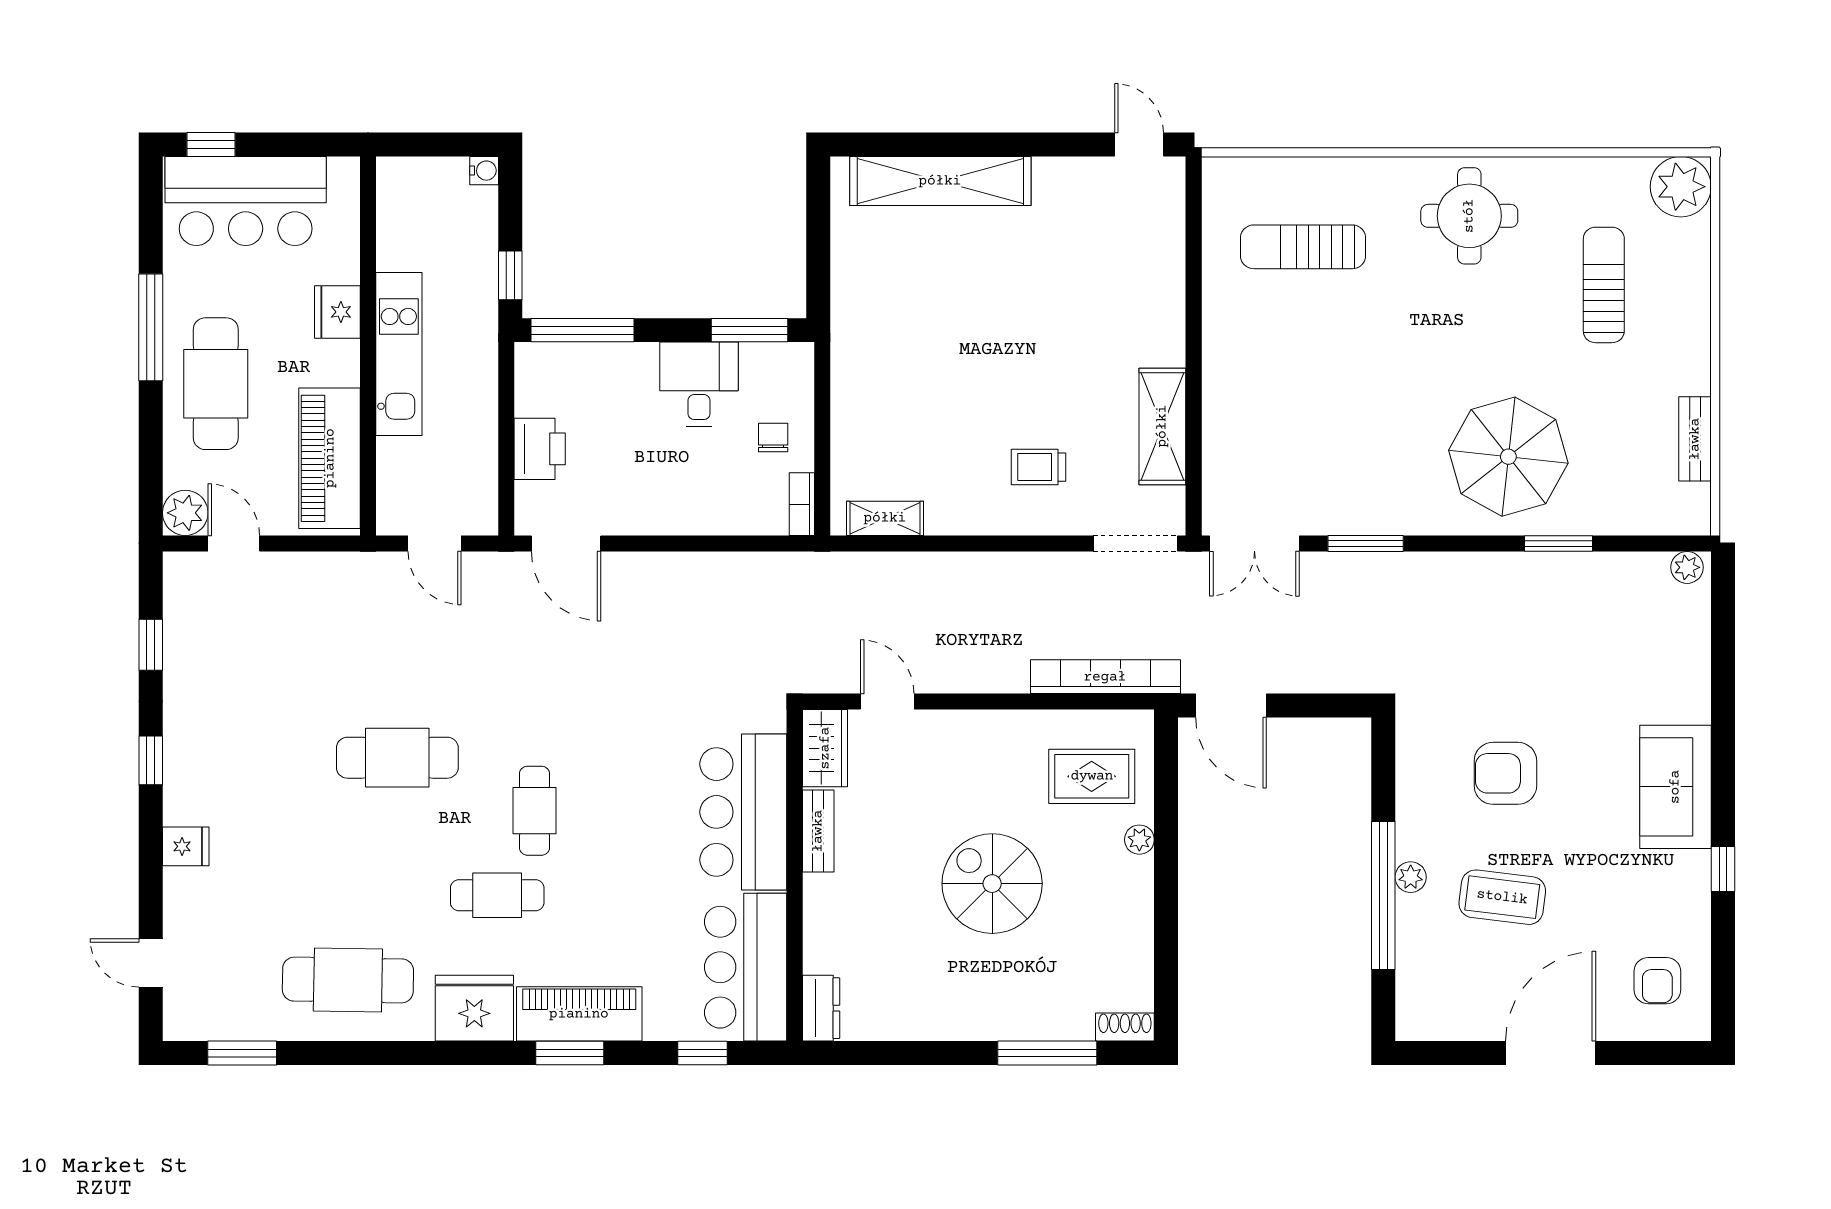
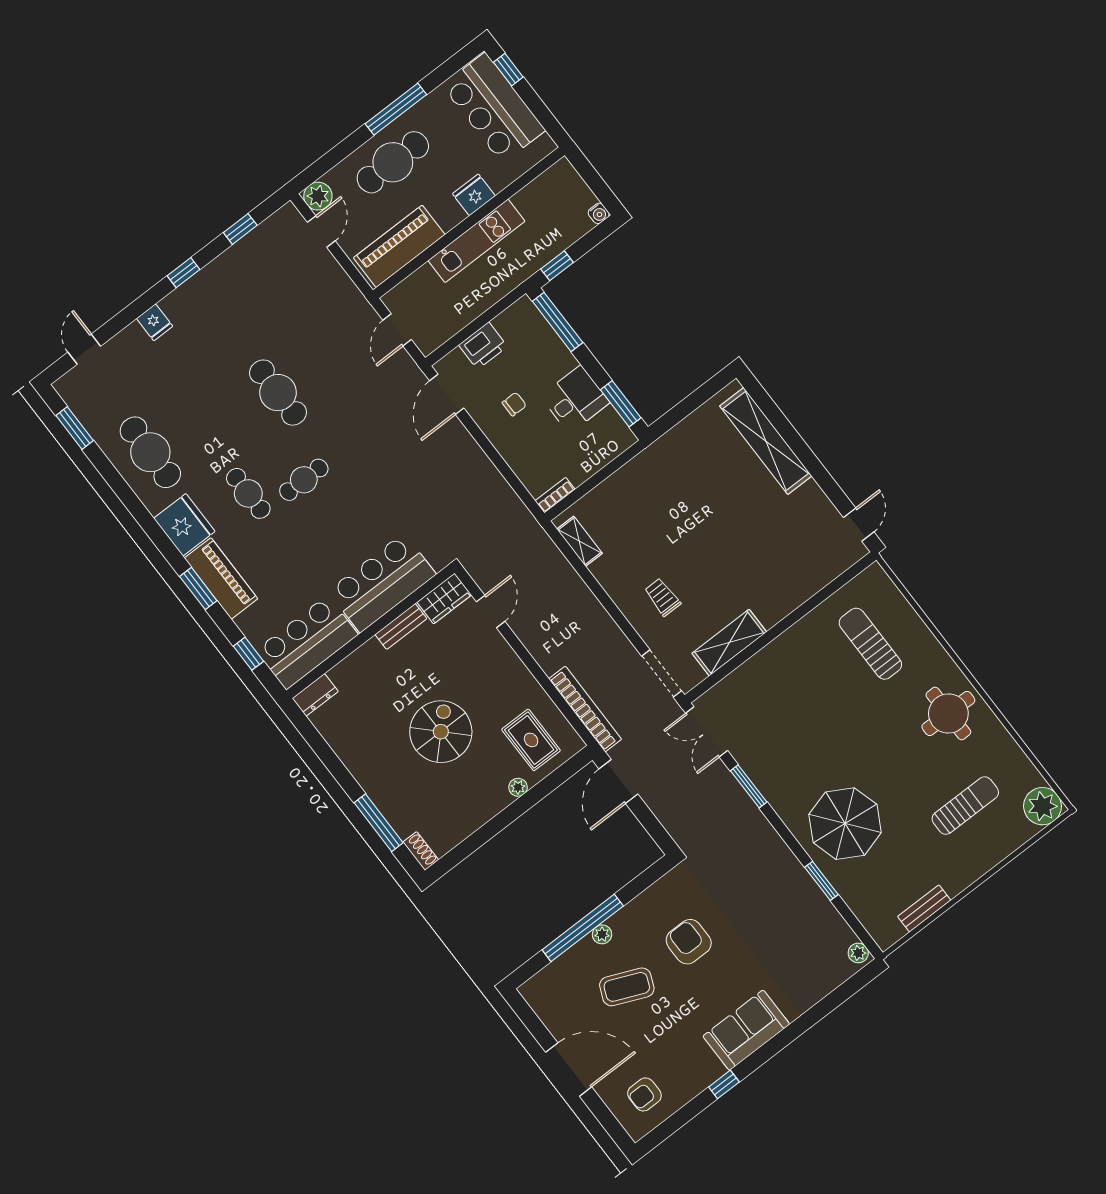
chair: (773, 438) -> (514, 404), moved
coffee table: (1502, 897) -> (627, 987), turned -74

